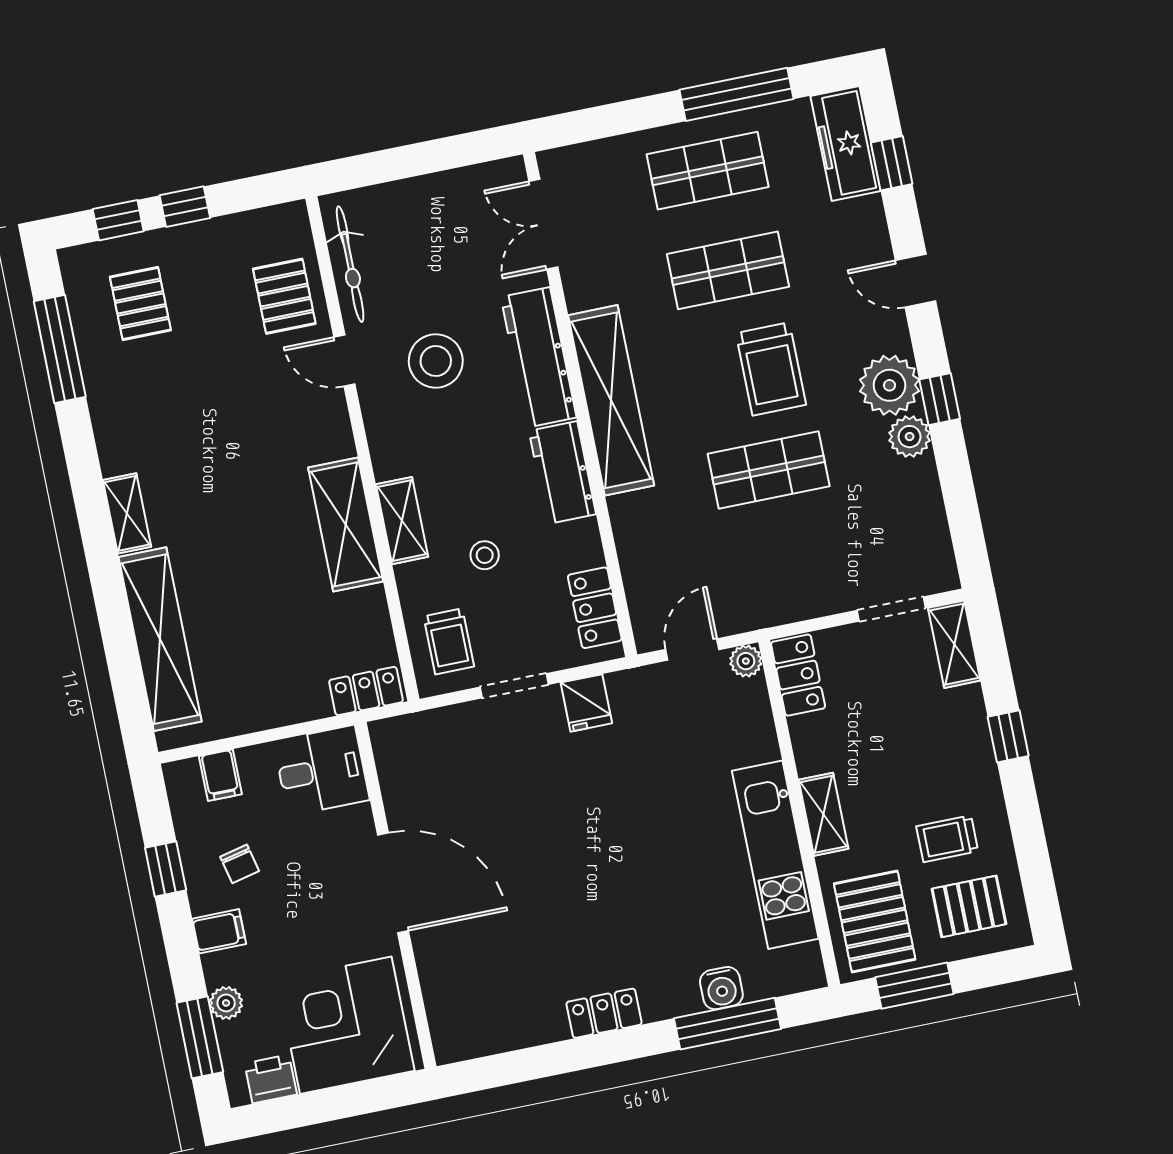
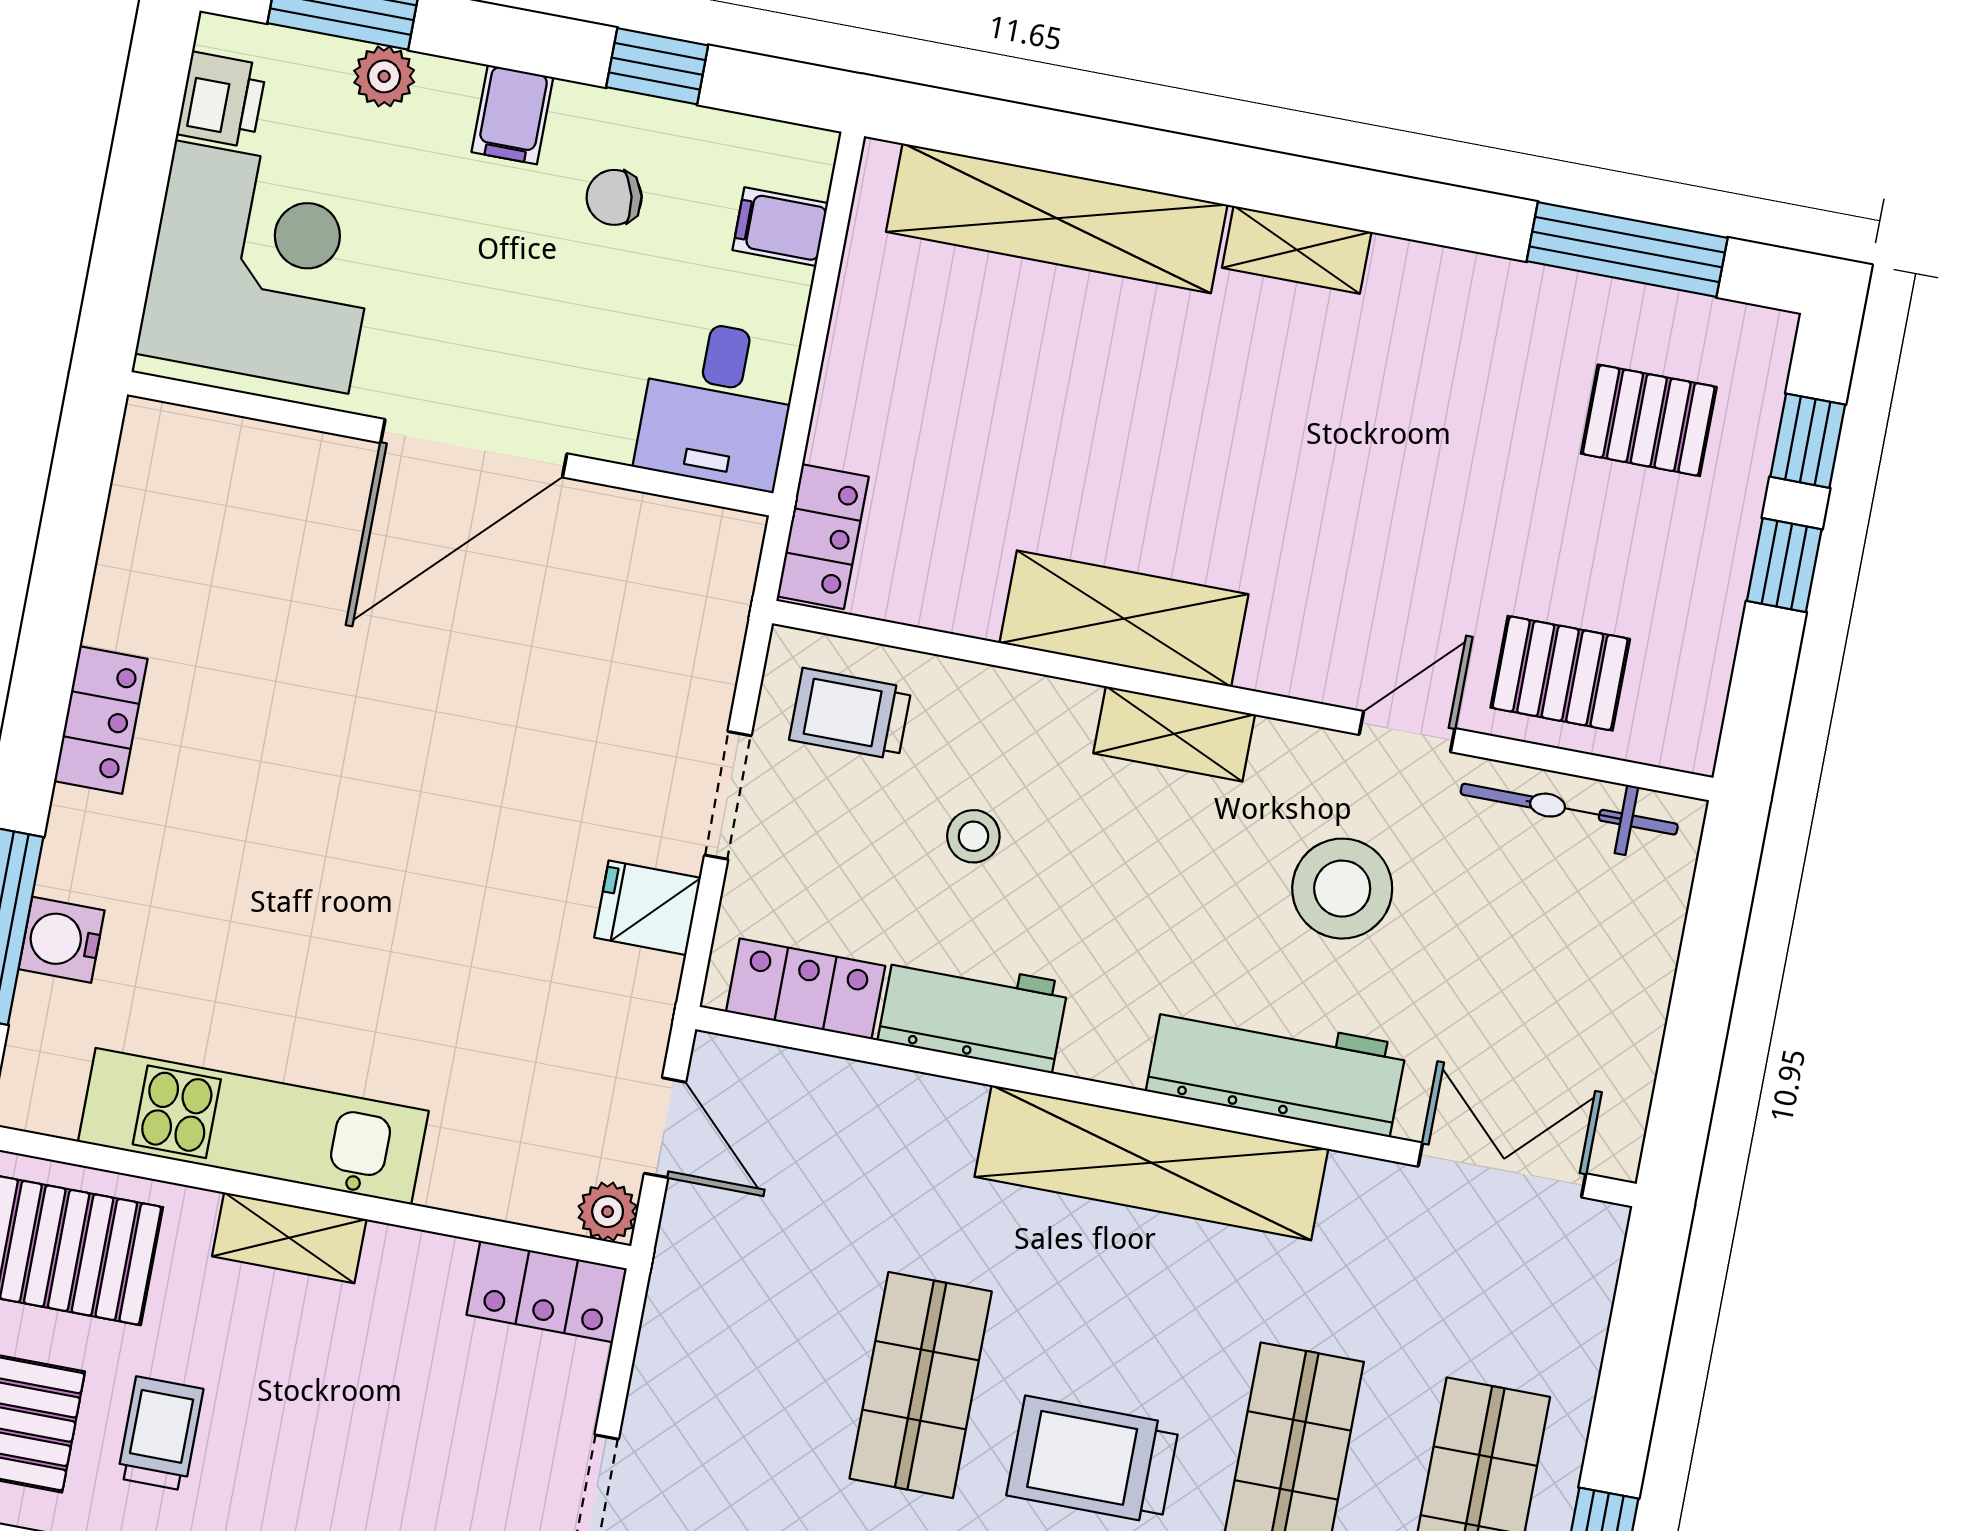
workbench: (563, 473) -> (973, 1012), moved
shelving: (402, 521) -> (1174, 734), moved

